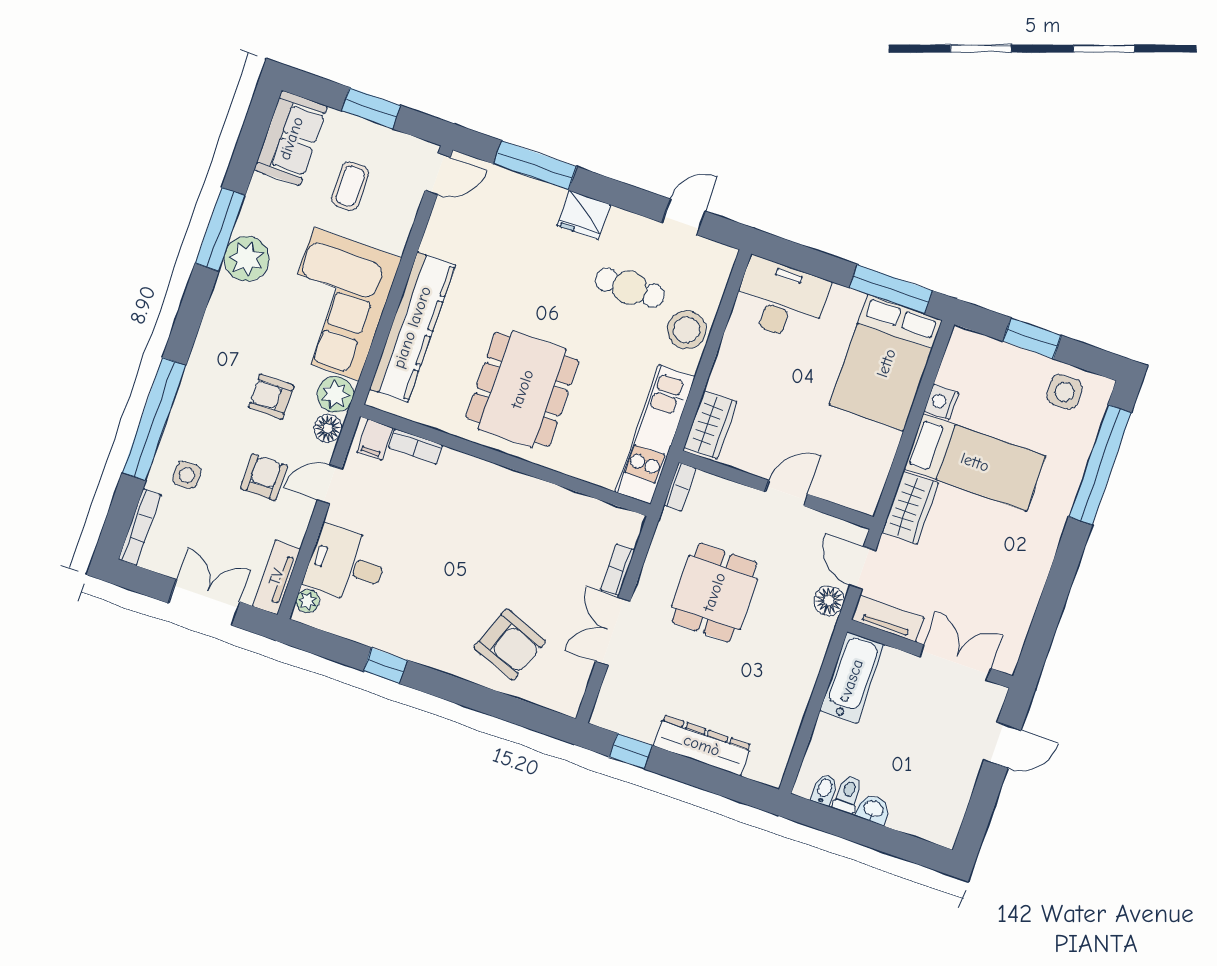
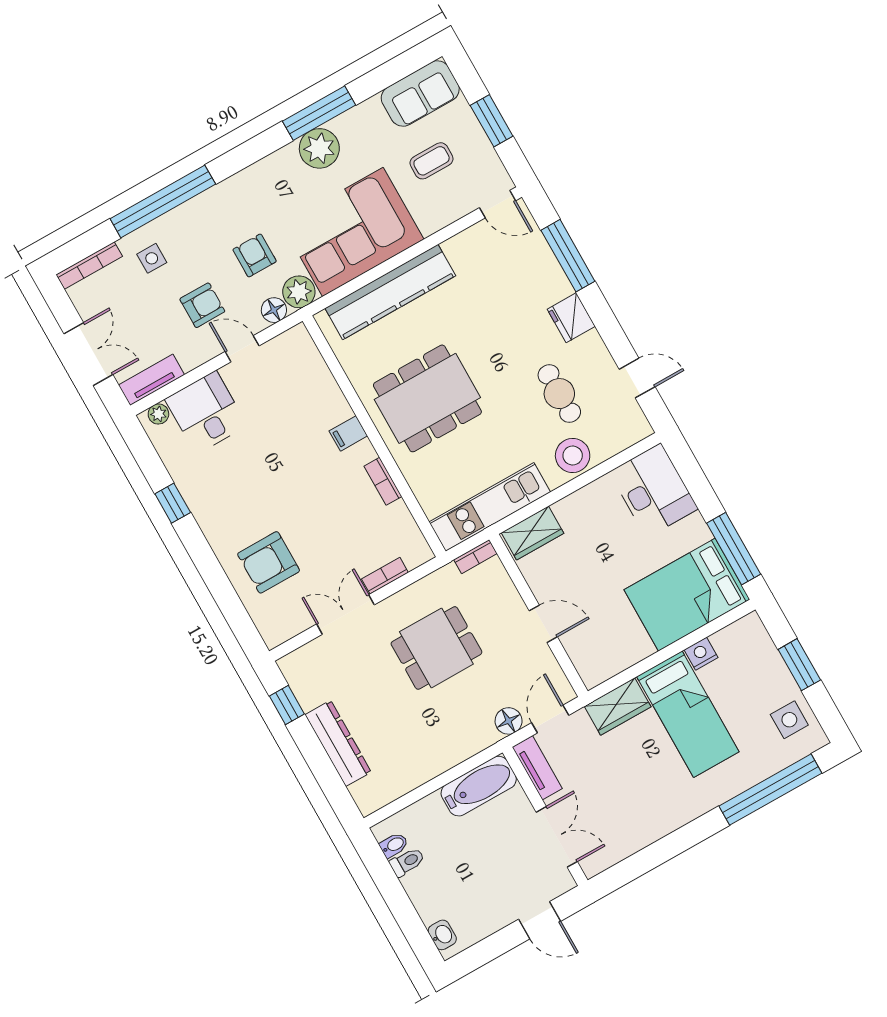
filing cabinet: (375, 440) -> (348, 433), moved
bookcase: (416, 446) -> (383, 481), moved
armchair: (510, 645) -> (269, 562), turned 69
washbasin: (873, 809) -> (442, 935), moved

